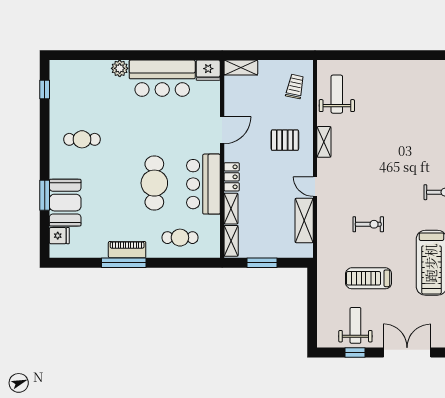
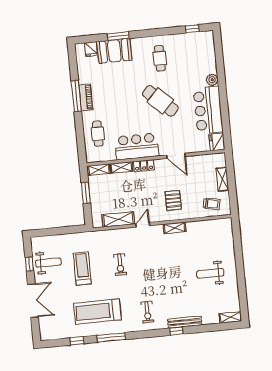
shelving: (241, 68) -> (222, 179), moved
weight bench: (337, 94) -> (210, 273), moved, turned 180
cafe table: (154, 183) -> (160, 101), moved, turned 43

